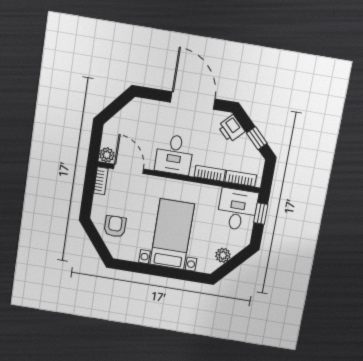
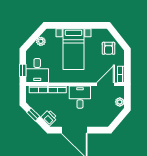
plant: (107, 155) -> (120, 102), moved
door: (129, 169) -> (106, 84), swing flipped

